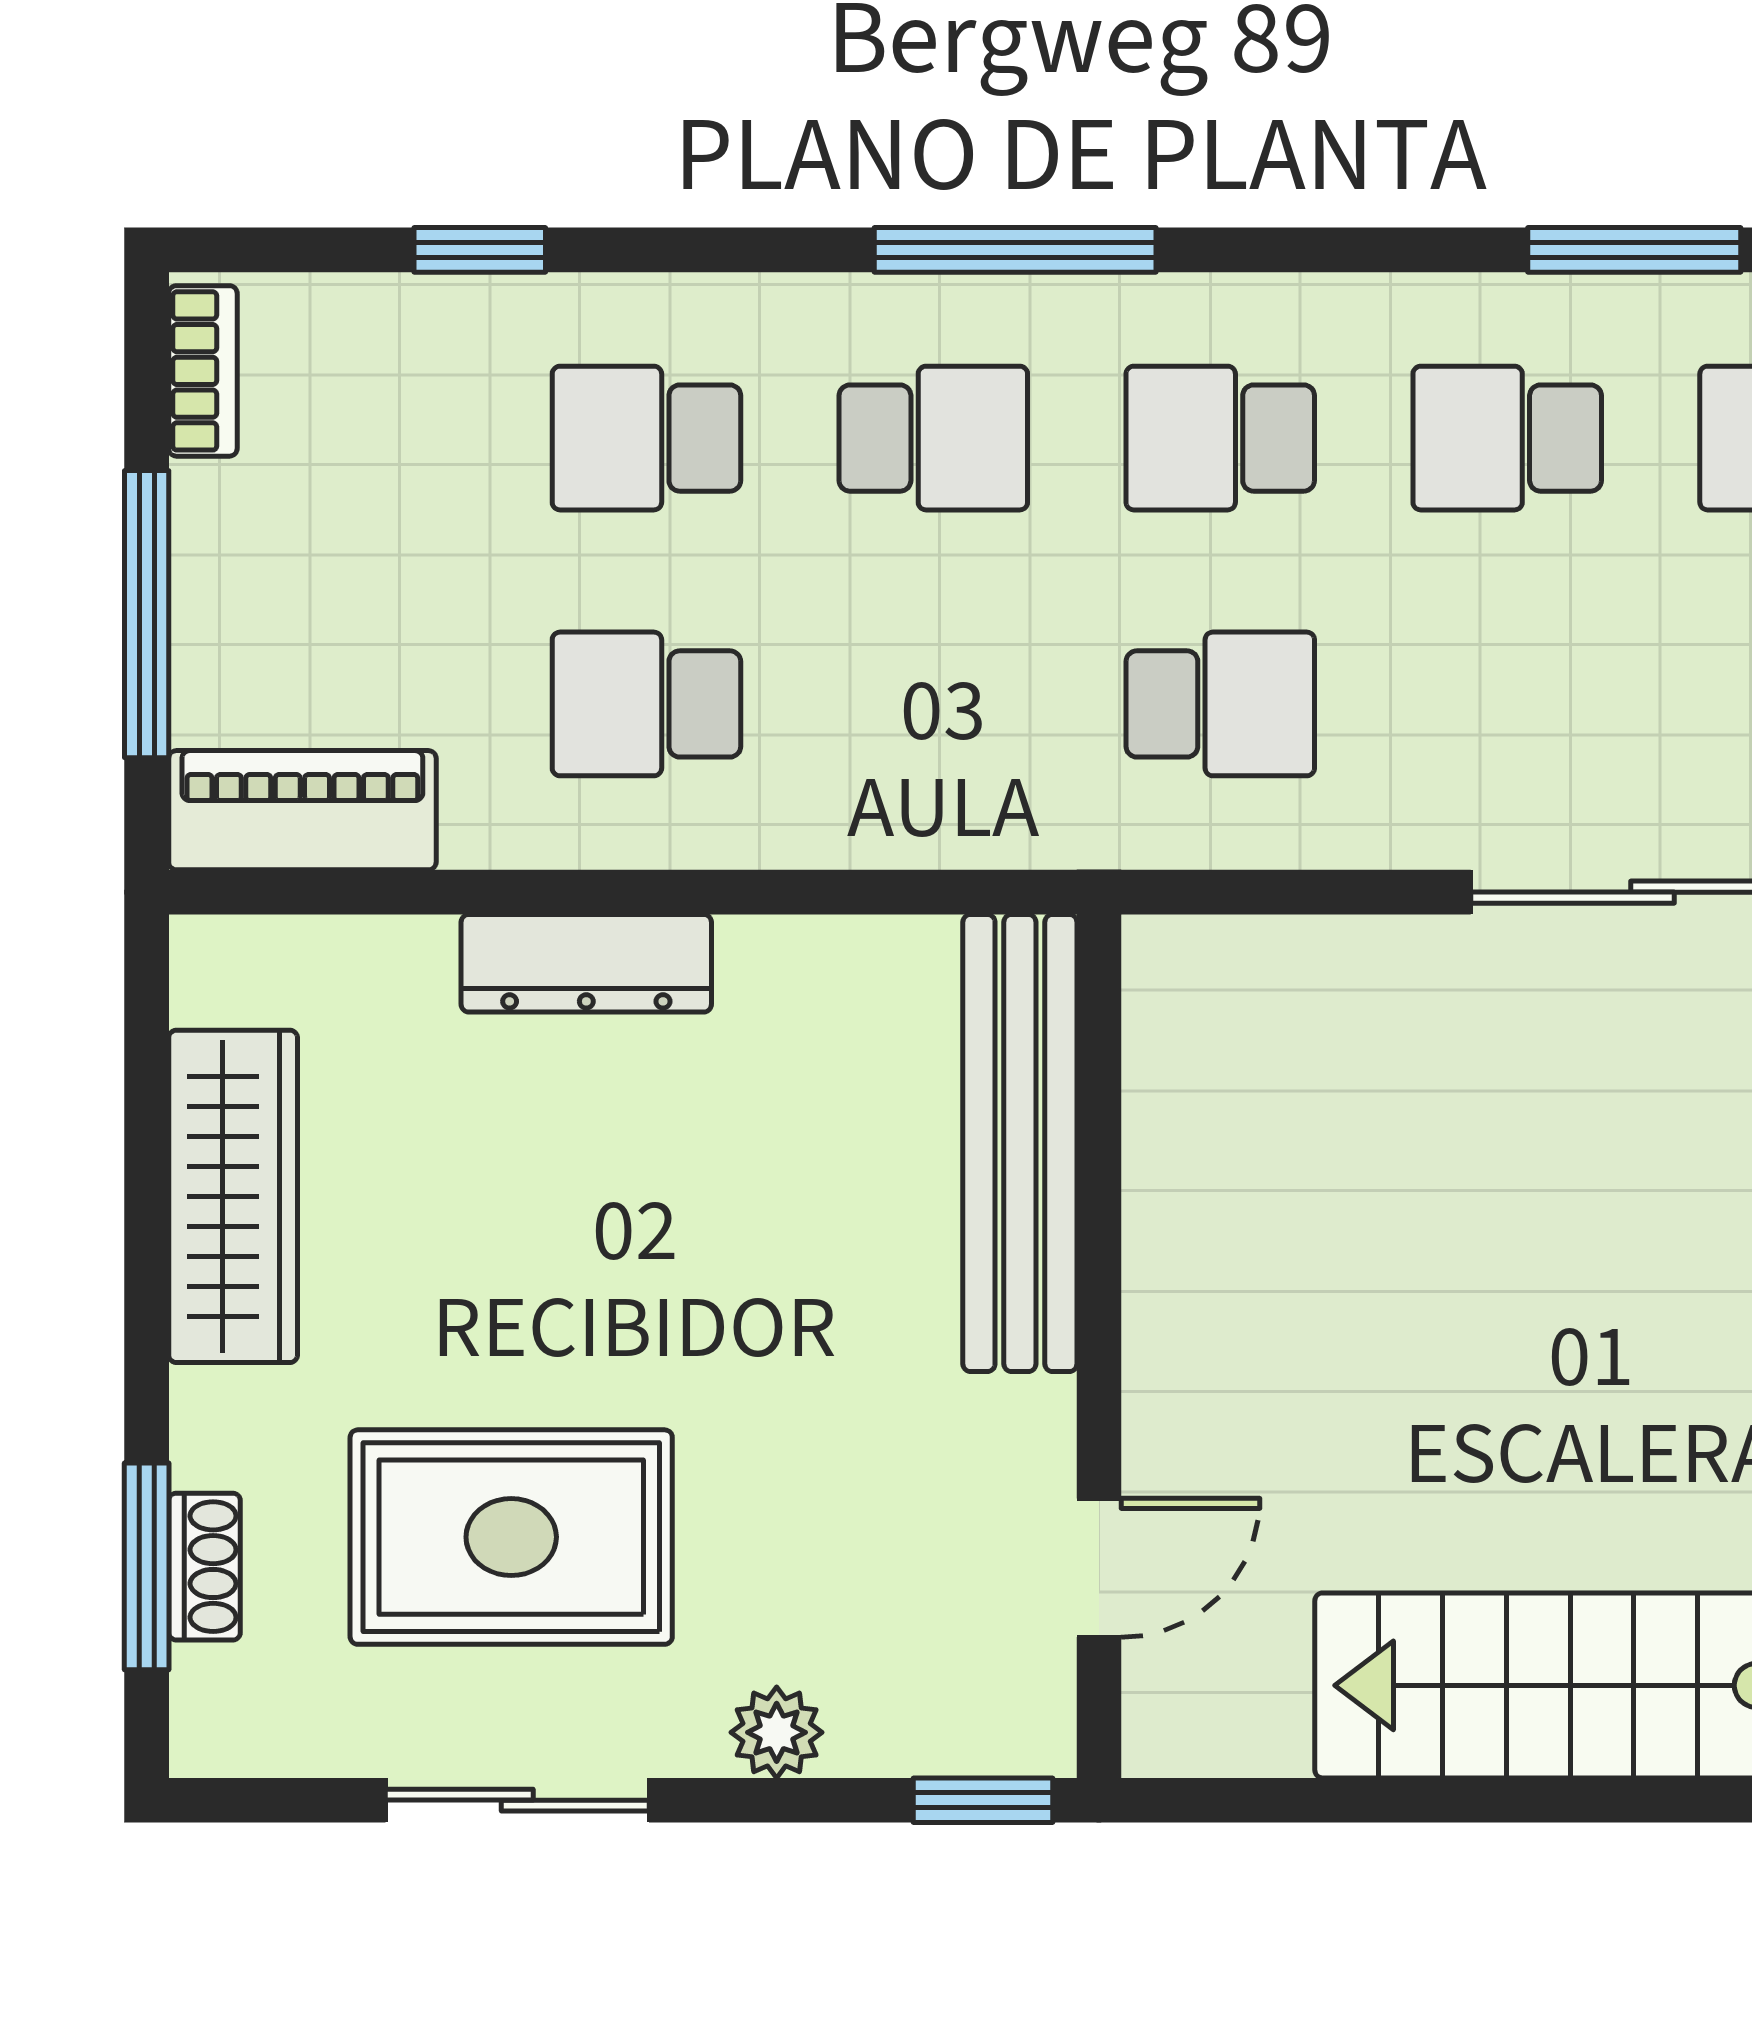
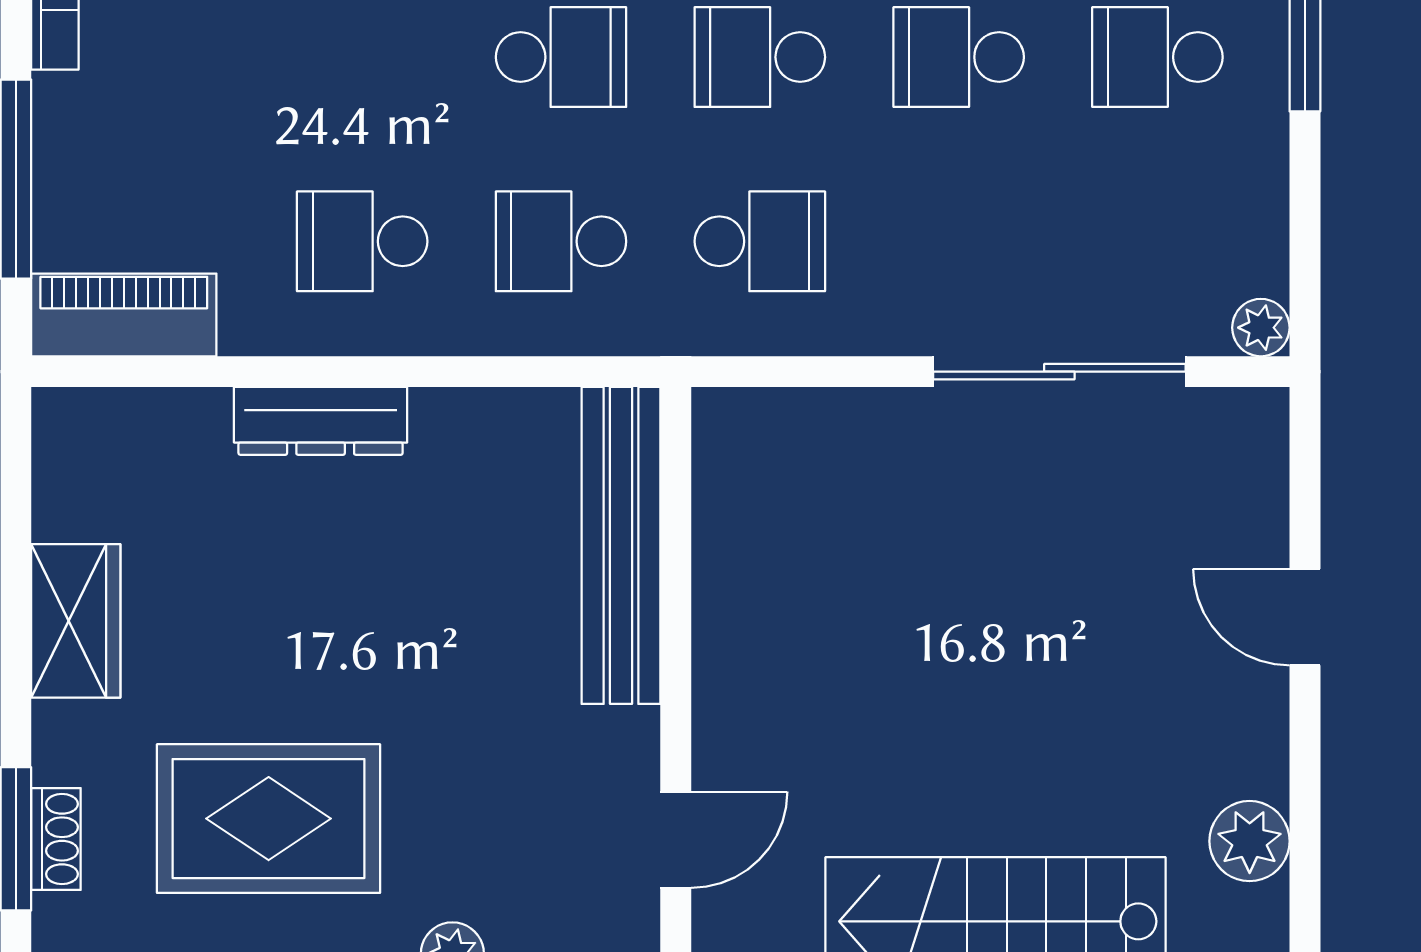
school desk: (646, 438) -> (561, 241), moved
wardrobe: (233, 1196) -> (76, 621), width x0.67

